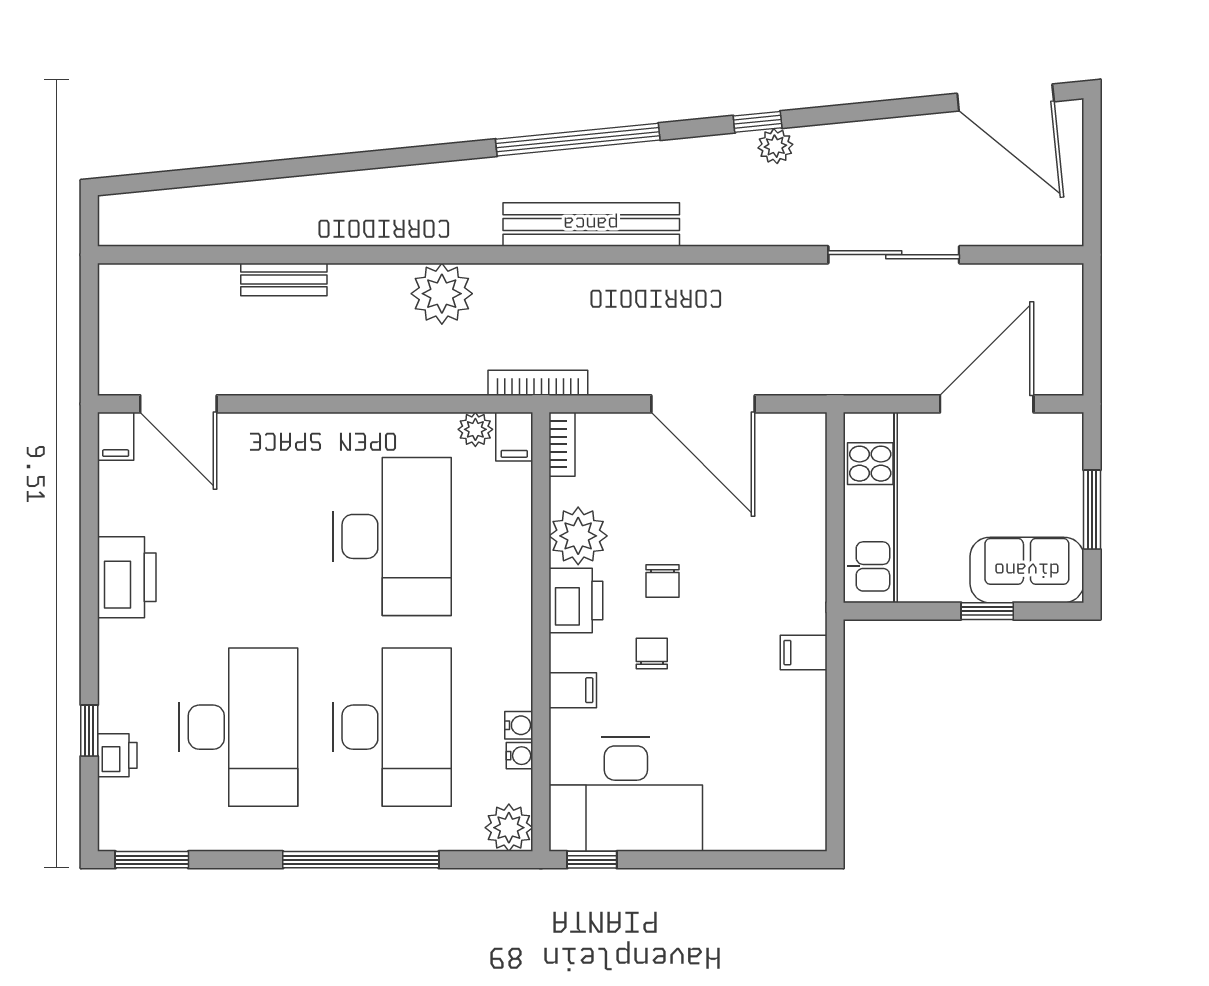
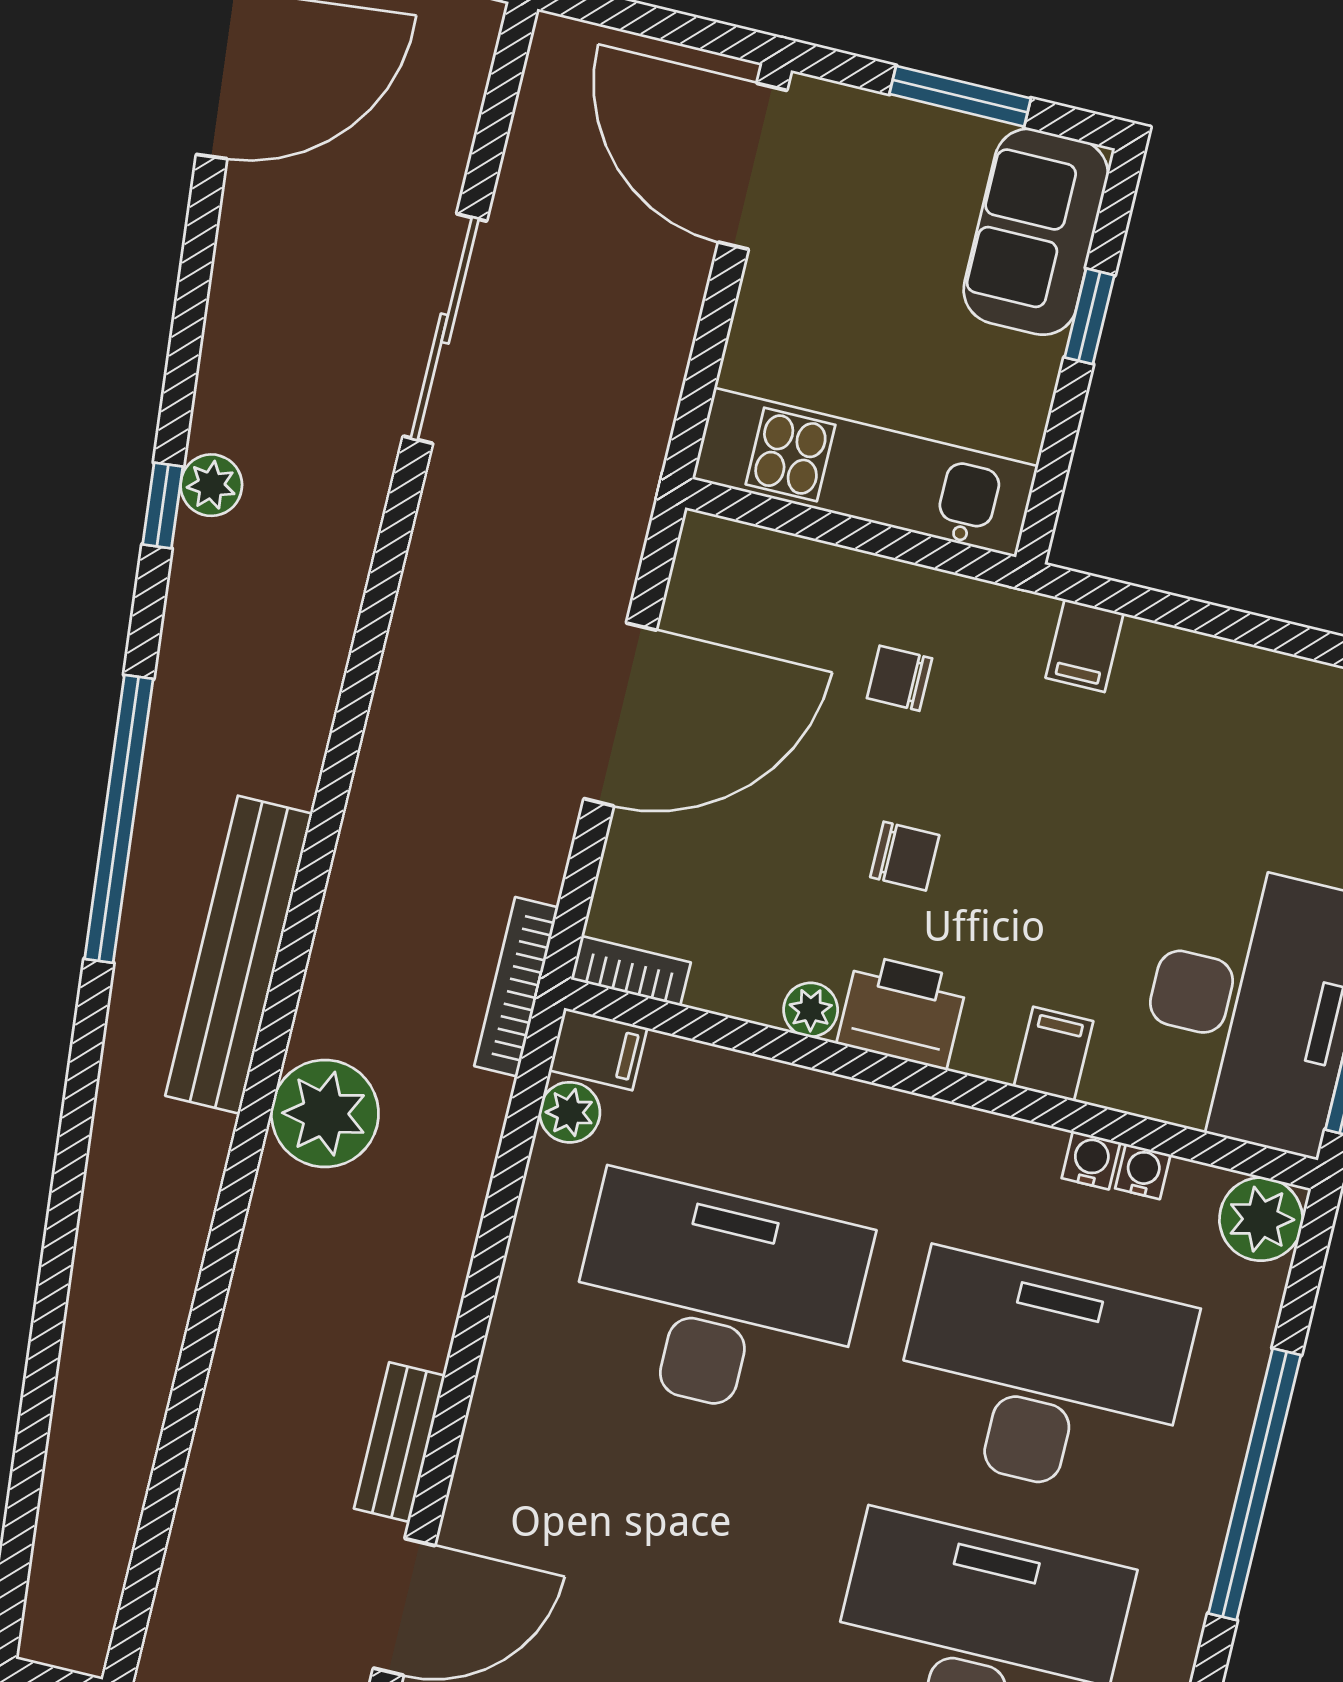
bench: (591, 224) -> (239, 955), moved
bench: (284, 279) -> (399, 1442), moved
door: (987, 404) -> (753, 166), moved
plant: (578, 536) -> (811, 1010), width x0.53, depth x0.53
chair: (652, 654) -> (899, 678), moved

